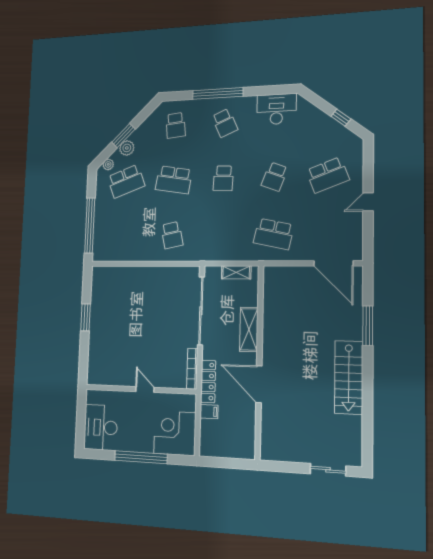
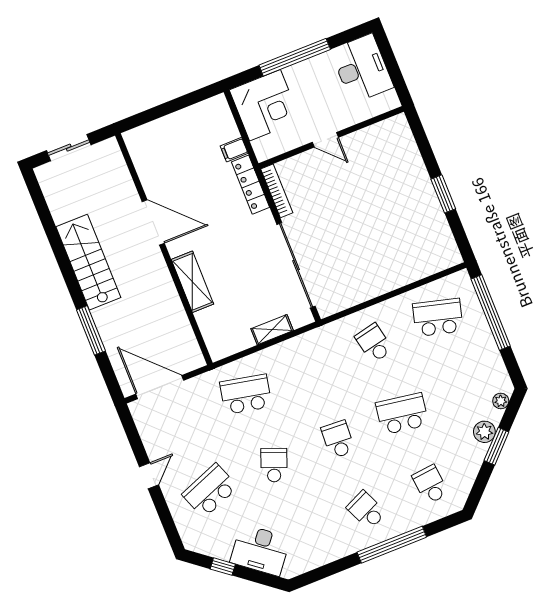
desk: (276, 109) -> (260, 550), moved, turned 38
school desk: (126, 181) -> (438, 317), moved, turned 36
shelving: (249, 329) -> (192, 282), moved
wall: (259, 362) -> (164, 249), moved
door: (259, 384) -> (153, 222), moved

